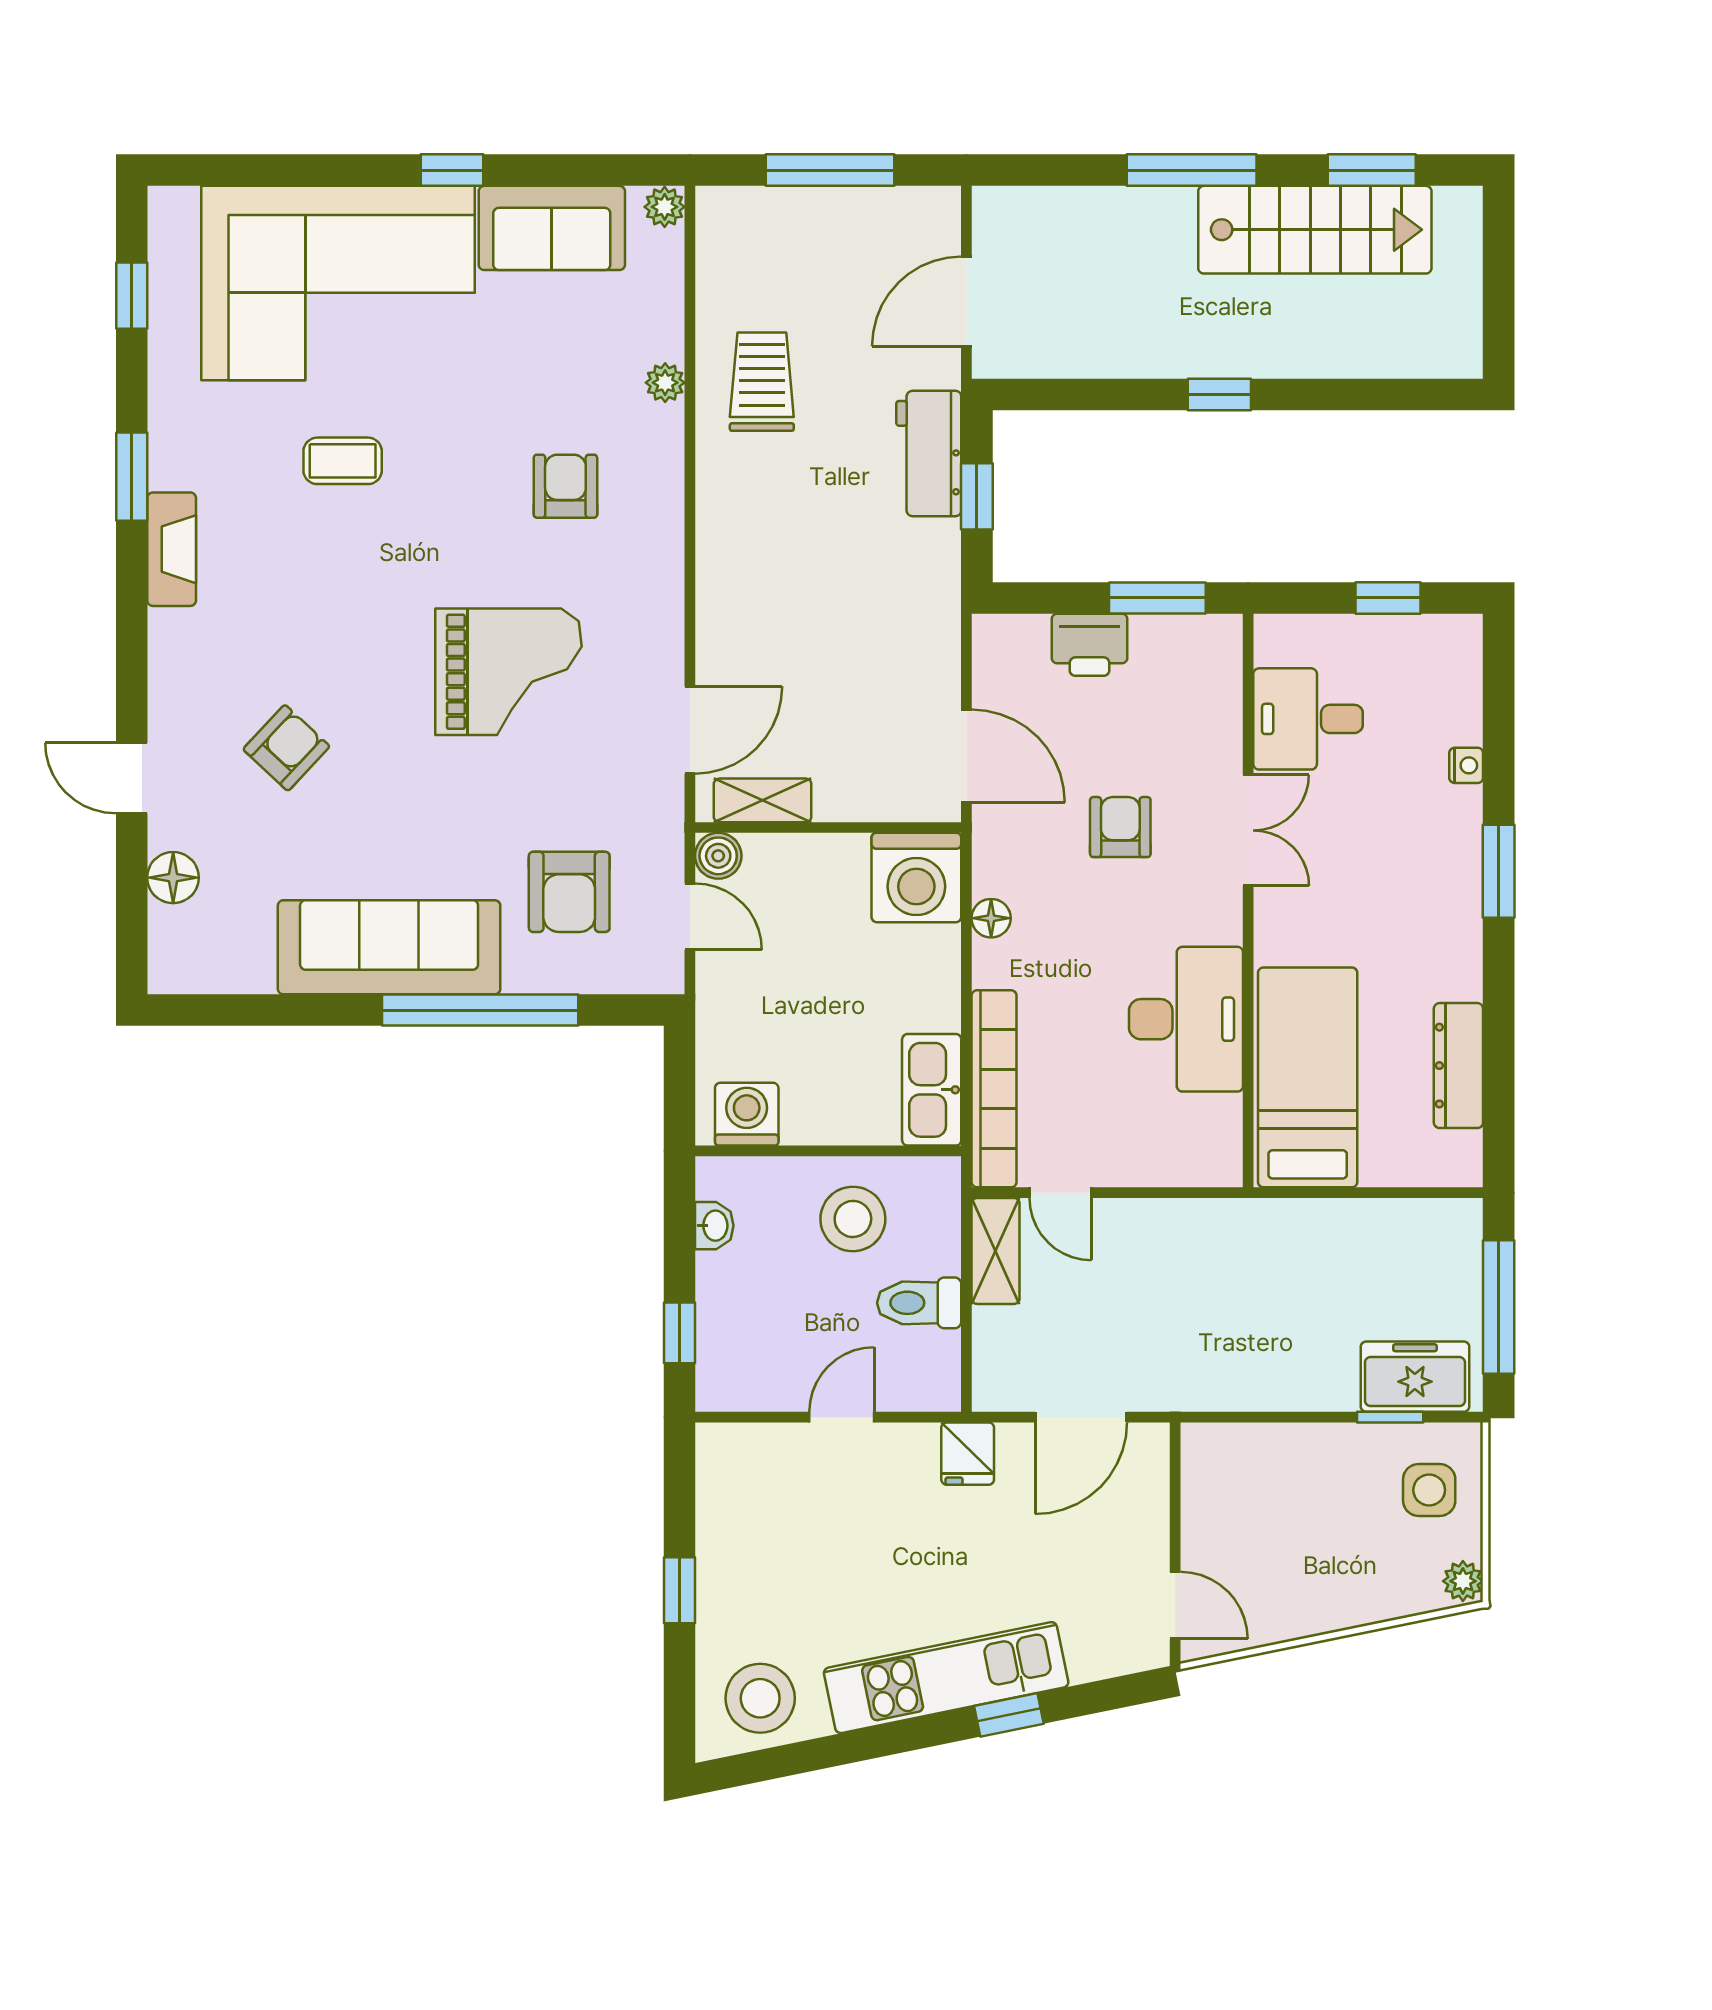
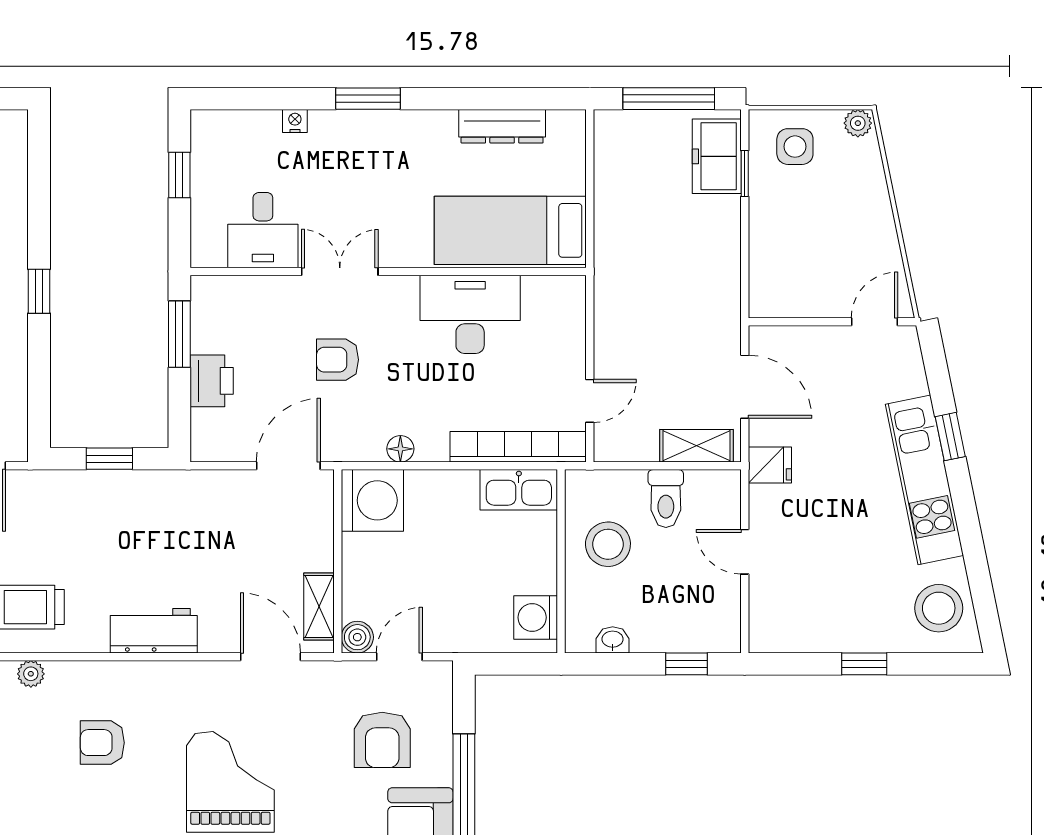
workbench: (929, 454) -> (154, 631), moved, turned 180
armchair: (569, 892) -> (382, 740), turned 90
shelving: (996, 1251) -> (697, 446), moved

